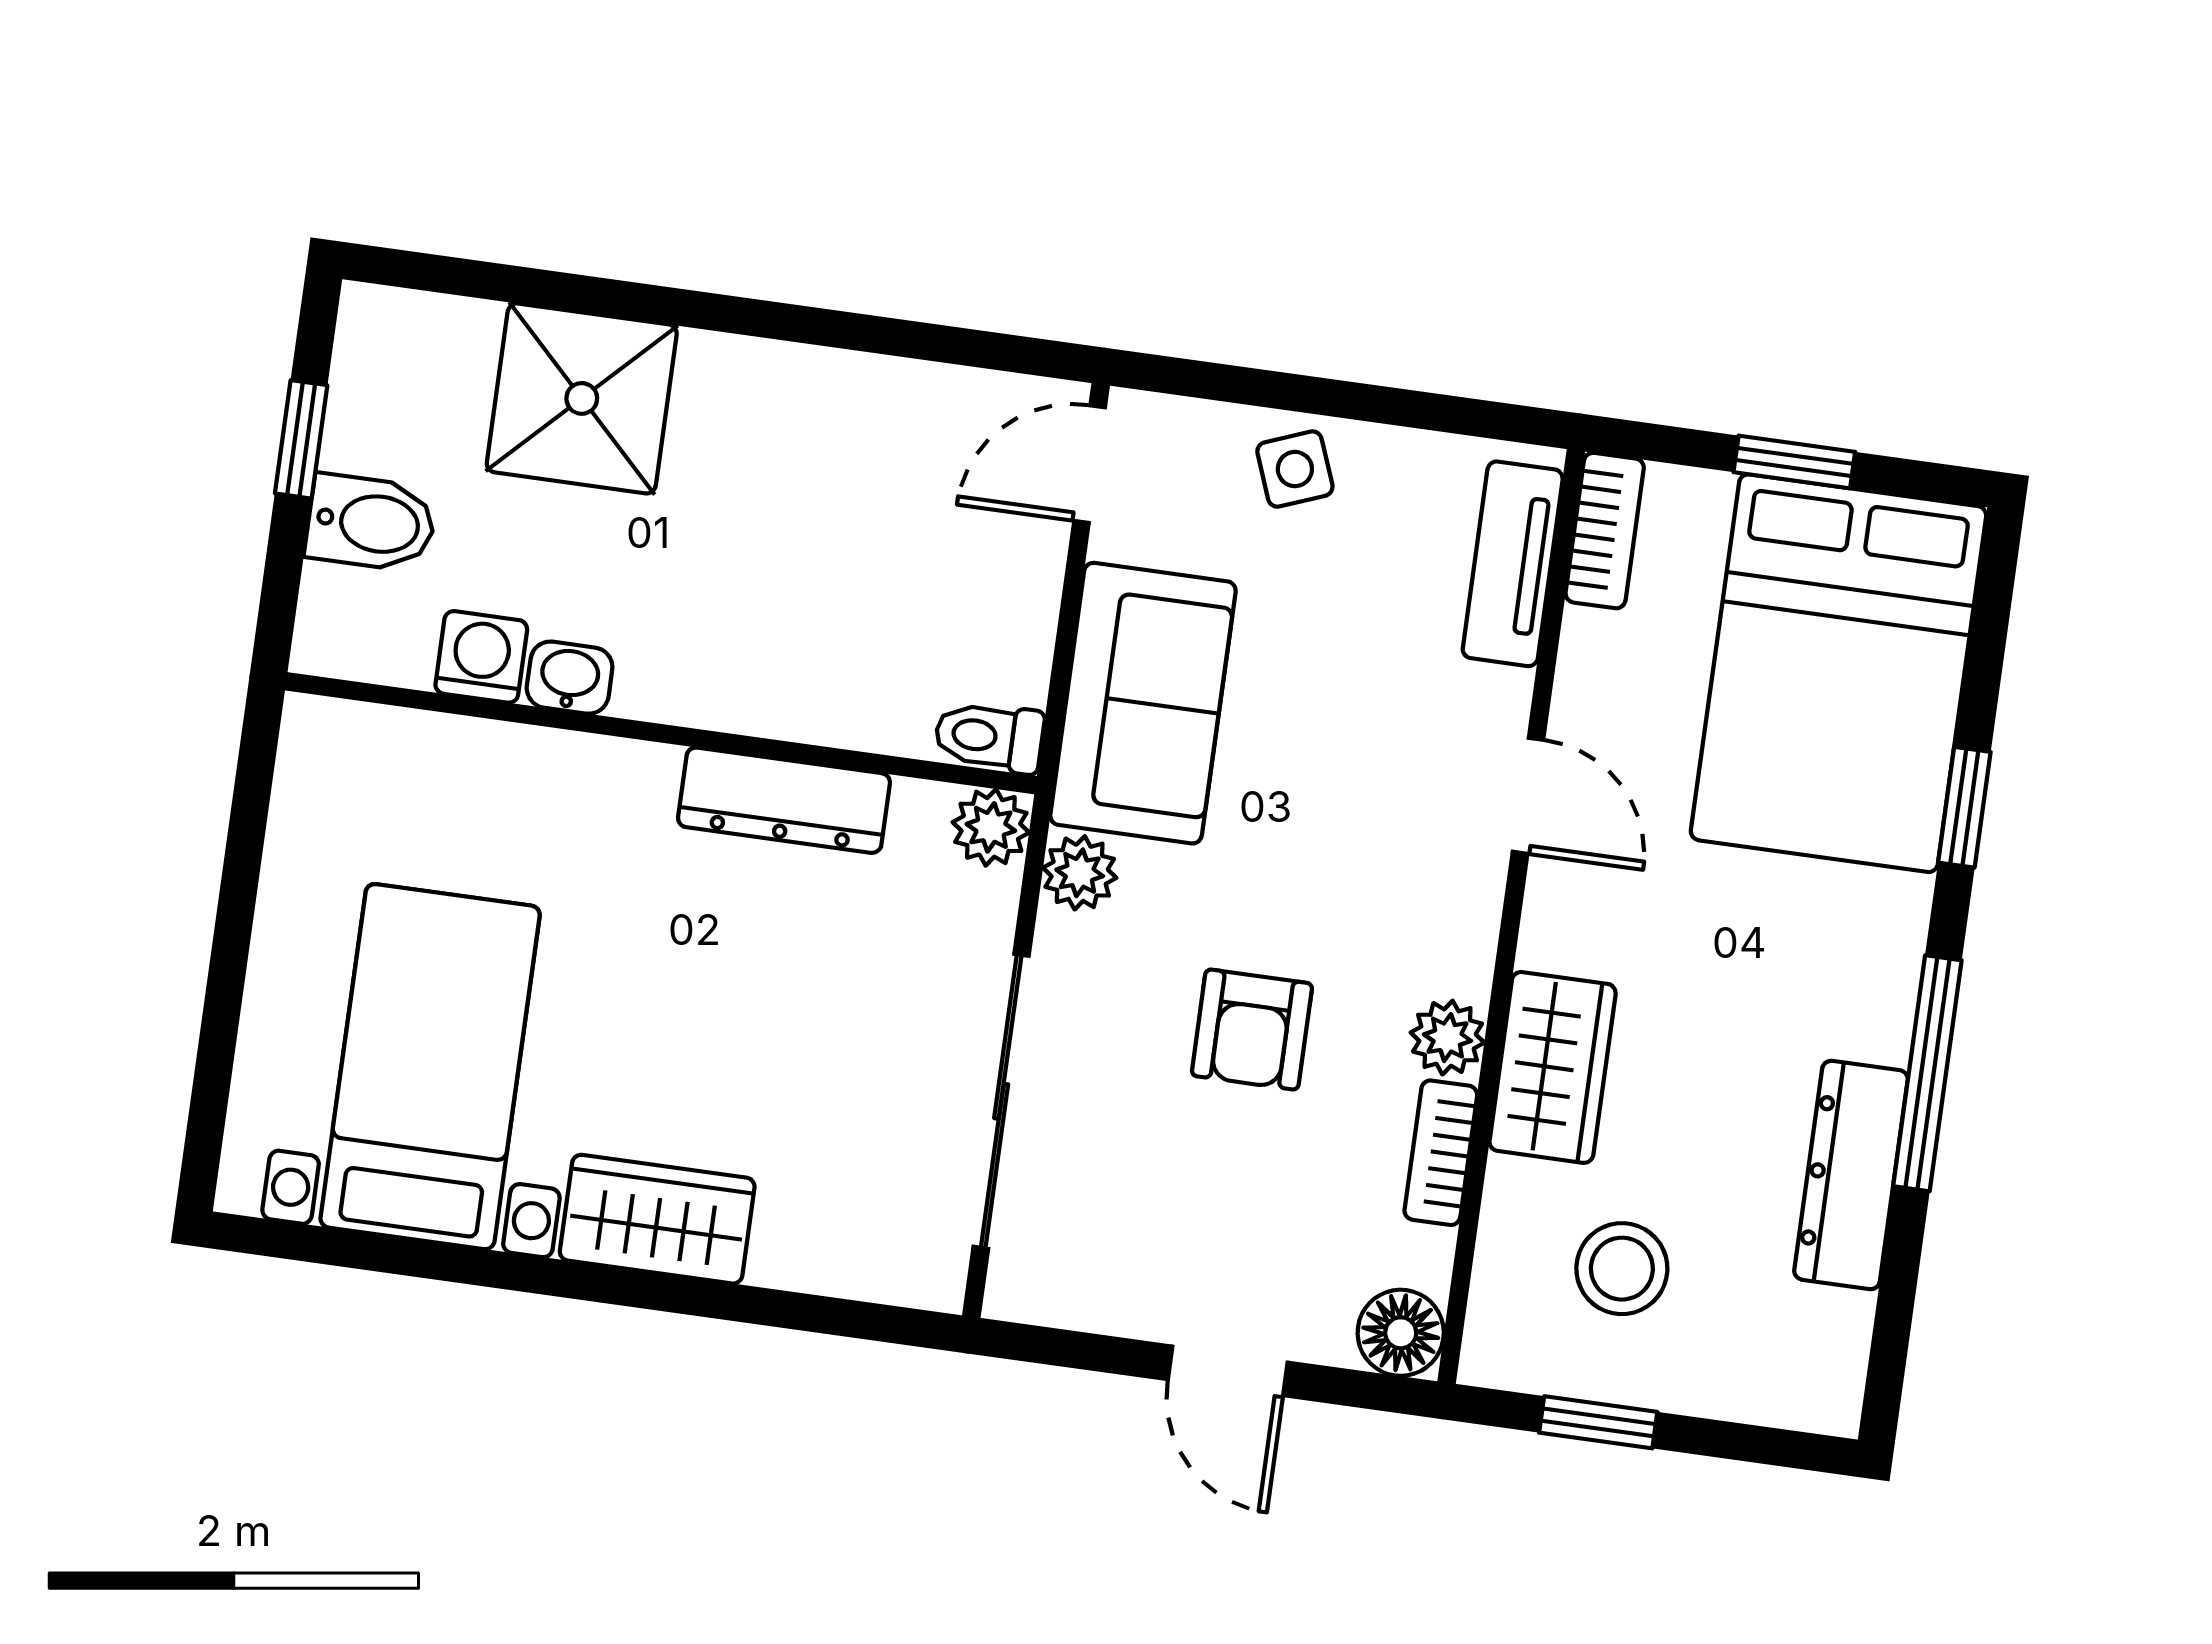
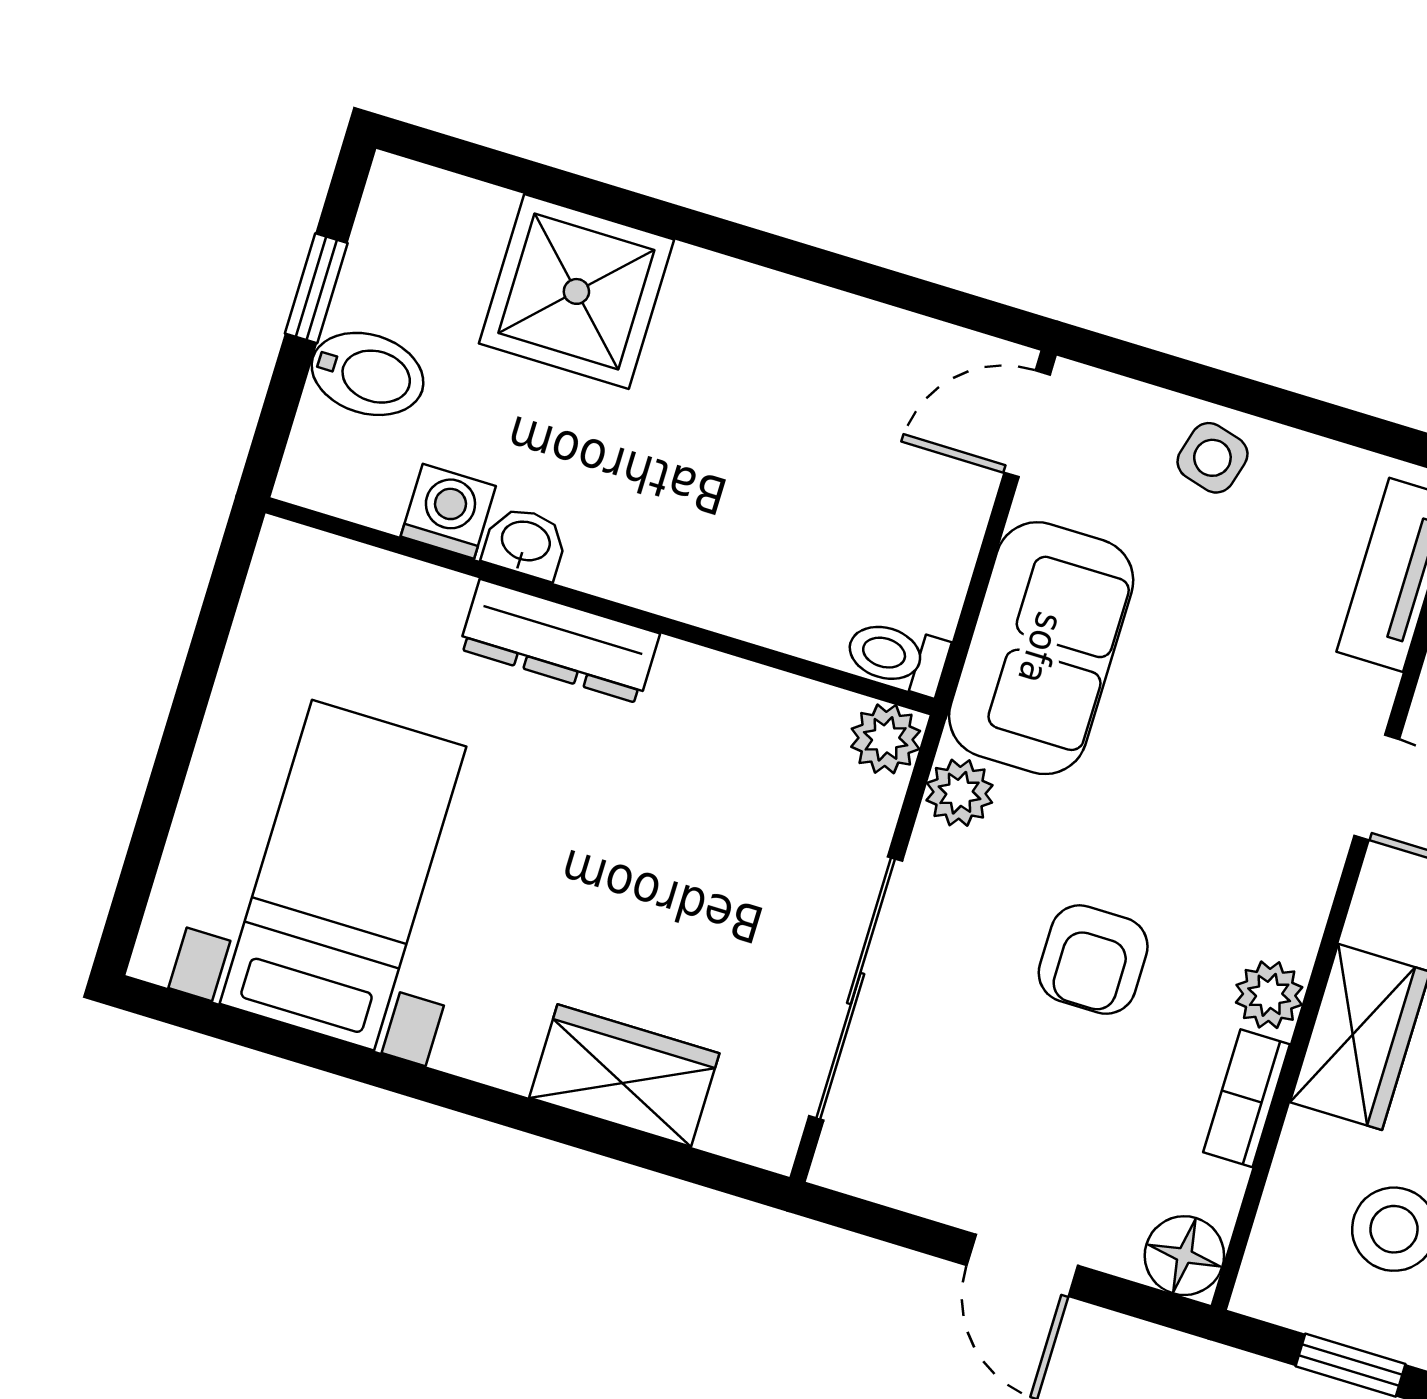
side table: (1295, 469) -> (1212, 458), turned 37
dresser: (784, 800) -> (559, 641), moved
wardrobe: (657, 1219) -> (624, 1076), moved

